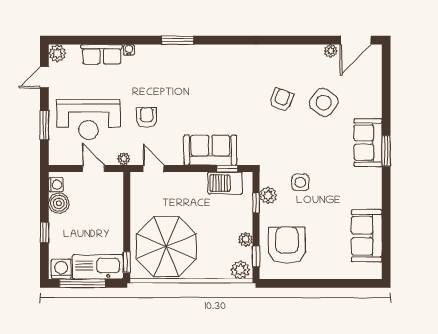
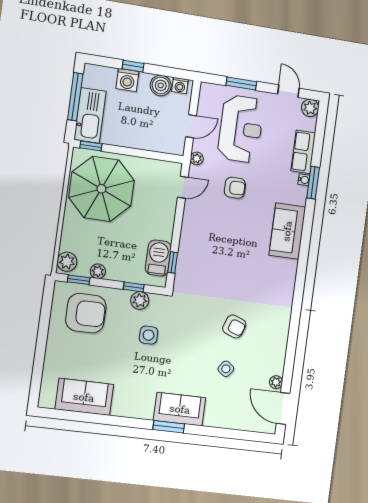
window: (178, 40) -> (313, 183), moved
side table: (324, 103) -> (226, 369), width x0.54, depth x0.54
reception desk: (89, 120) -> (241, 129), turned 180
sofa: (210, 150) -> (287, 231), moved, turned 180
washing machine: (61, 269) -> (127, 80), moved, turned 90

